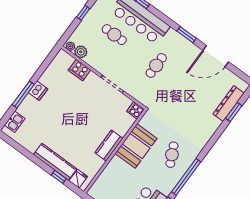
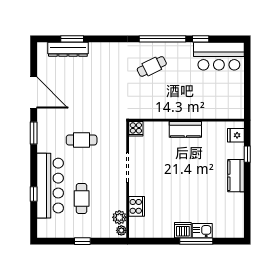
kitchen sink: (15, 122) -> (202, 231), moved
booth: (136, 146) -> (168, 105), removed
kitchen counter: (55, 162) -> (236, 176), width x0.67

